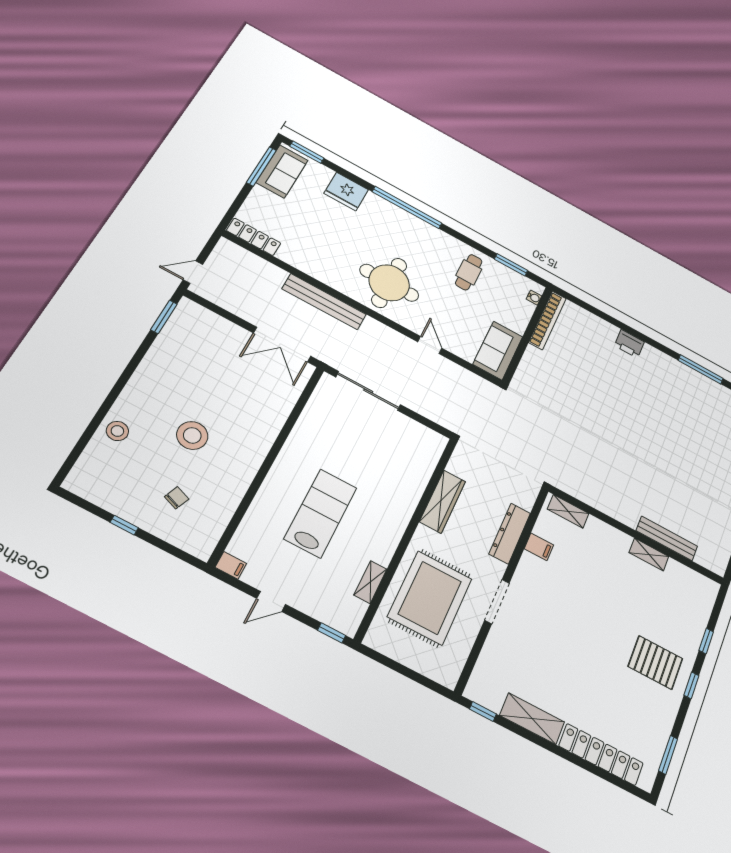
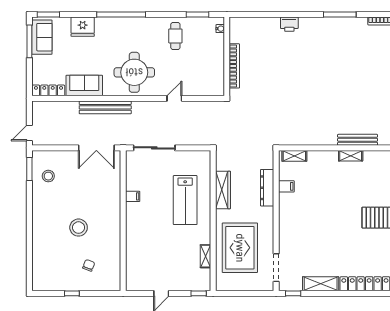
bookcase: (547, 320) -> (234, 66), moved
door: (430, 345) -> (174, 98), hinge flipped
sofa: (498, 351) -> (84, 86), moved, turned 90
stool: (117, 431) -> (48, 176), moved
lab bench: (321, 513) -> (185, 200), moved, turned 180
filing cabinet: (231, 565) -> (133, 196), moved
doorway: (497, 602) -> (276, 268), moved

